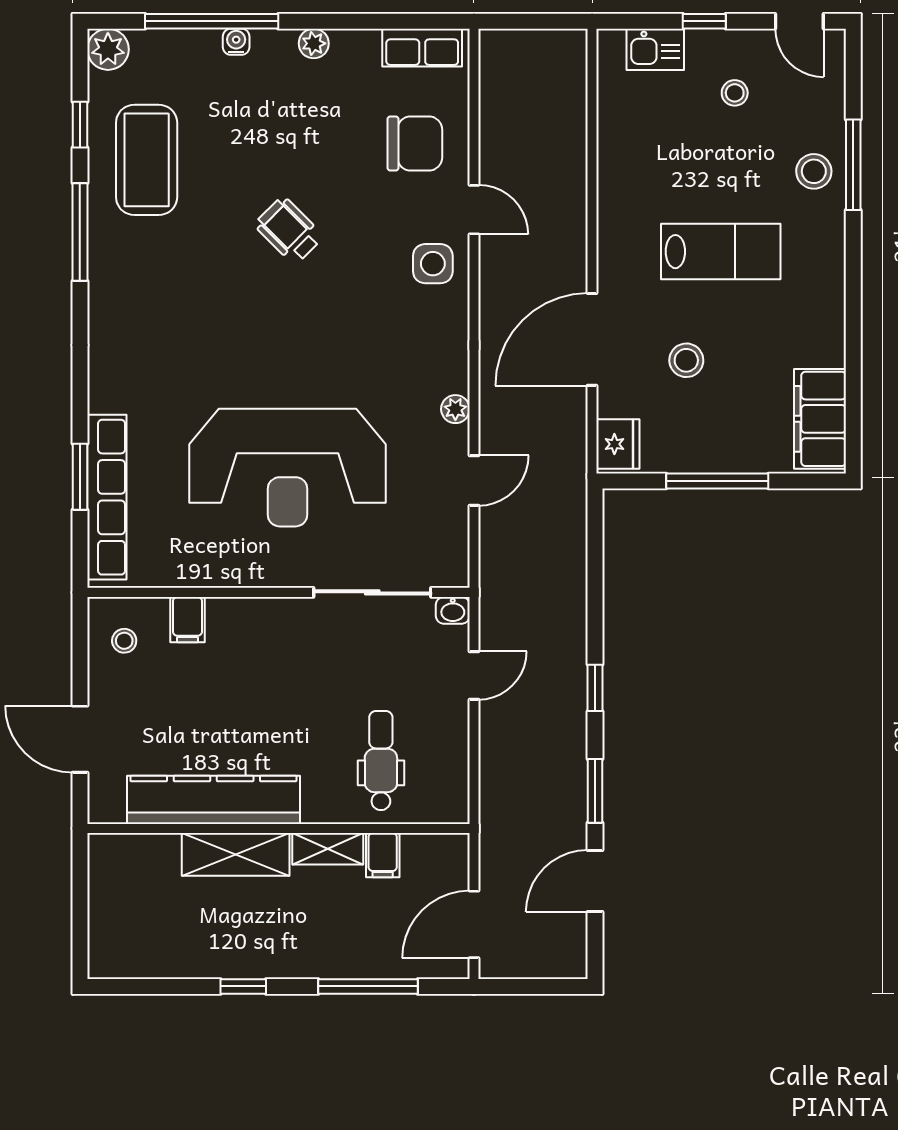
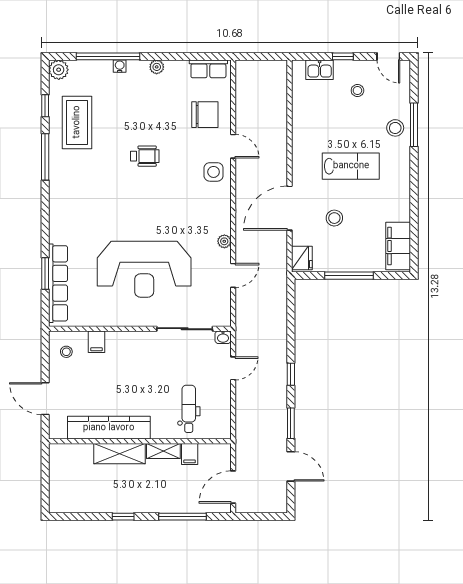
wheelchair: (289, 230) -> (145, 156), turned 135
door: (595, 881) -> (291, 466), swing flipped

